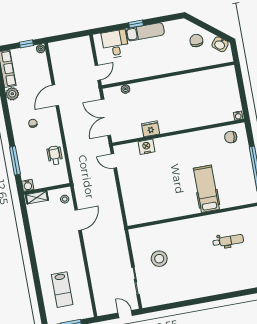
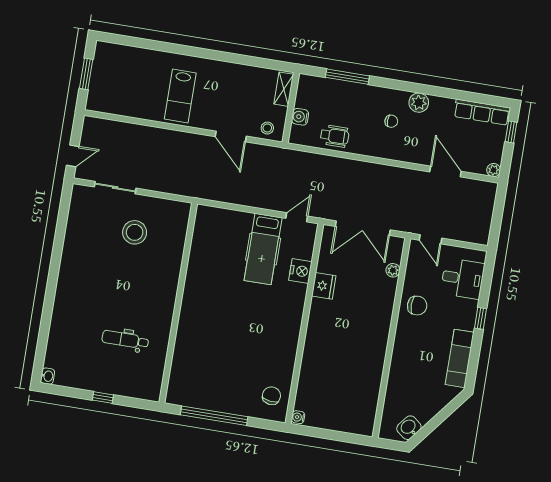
exam couch: (145, 32) -> (460, 358), moved
chair: (196, 41) -> (417, 306), moved
window: (26, 44) -> (511, 132), moved
plant: (12, 94) -> (419, 103), moved
door: (55, 95) -> (445, 172), moved
double door: (106, 117) -> (363, 228), swing flipped
water cooler: (28, 185) -> (300, 117), moved
hospital bed: (206, 189) -> (263, 249), moved, turned 90
dental chair: (228, 241) -> (125, 340), turned 89
lab bench: (62, 290) -> (180, 96), moved, turned -90

